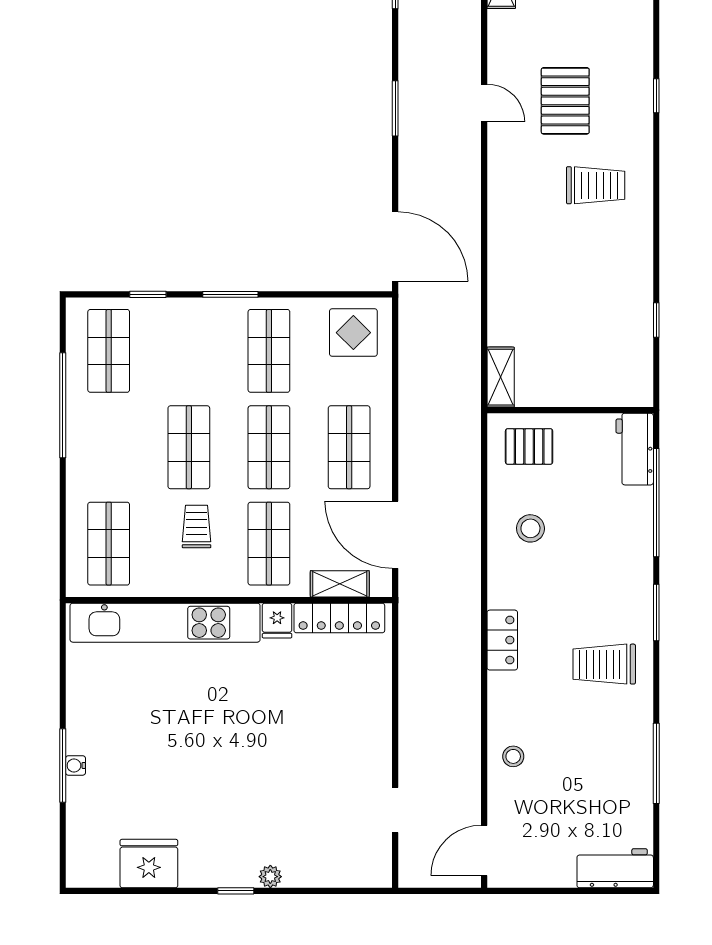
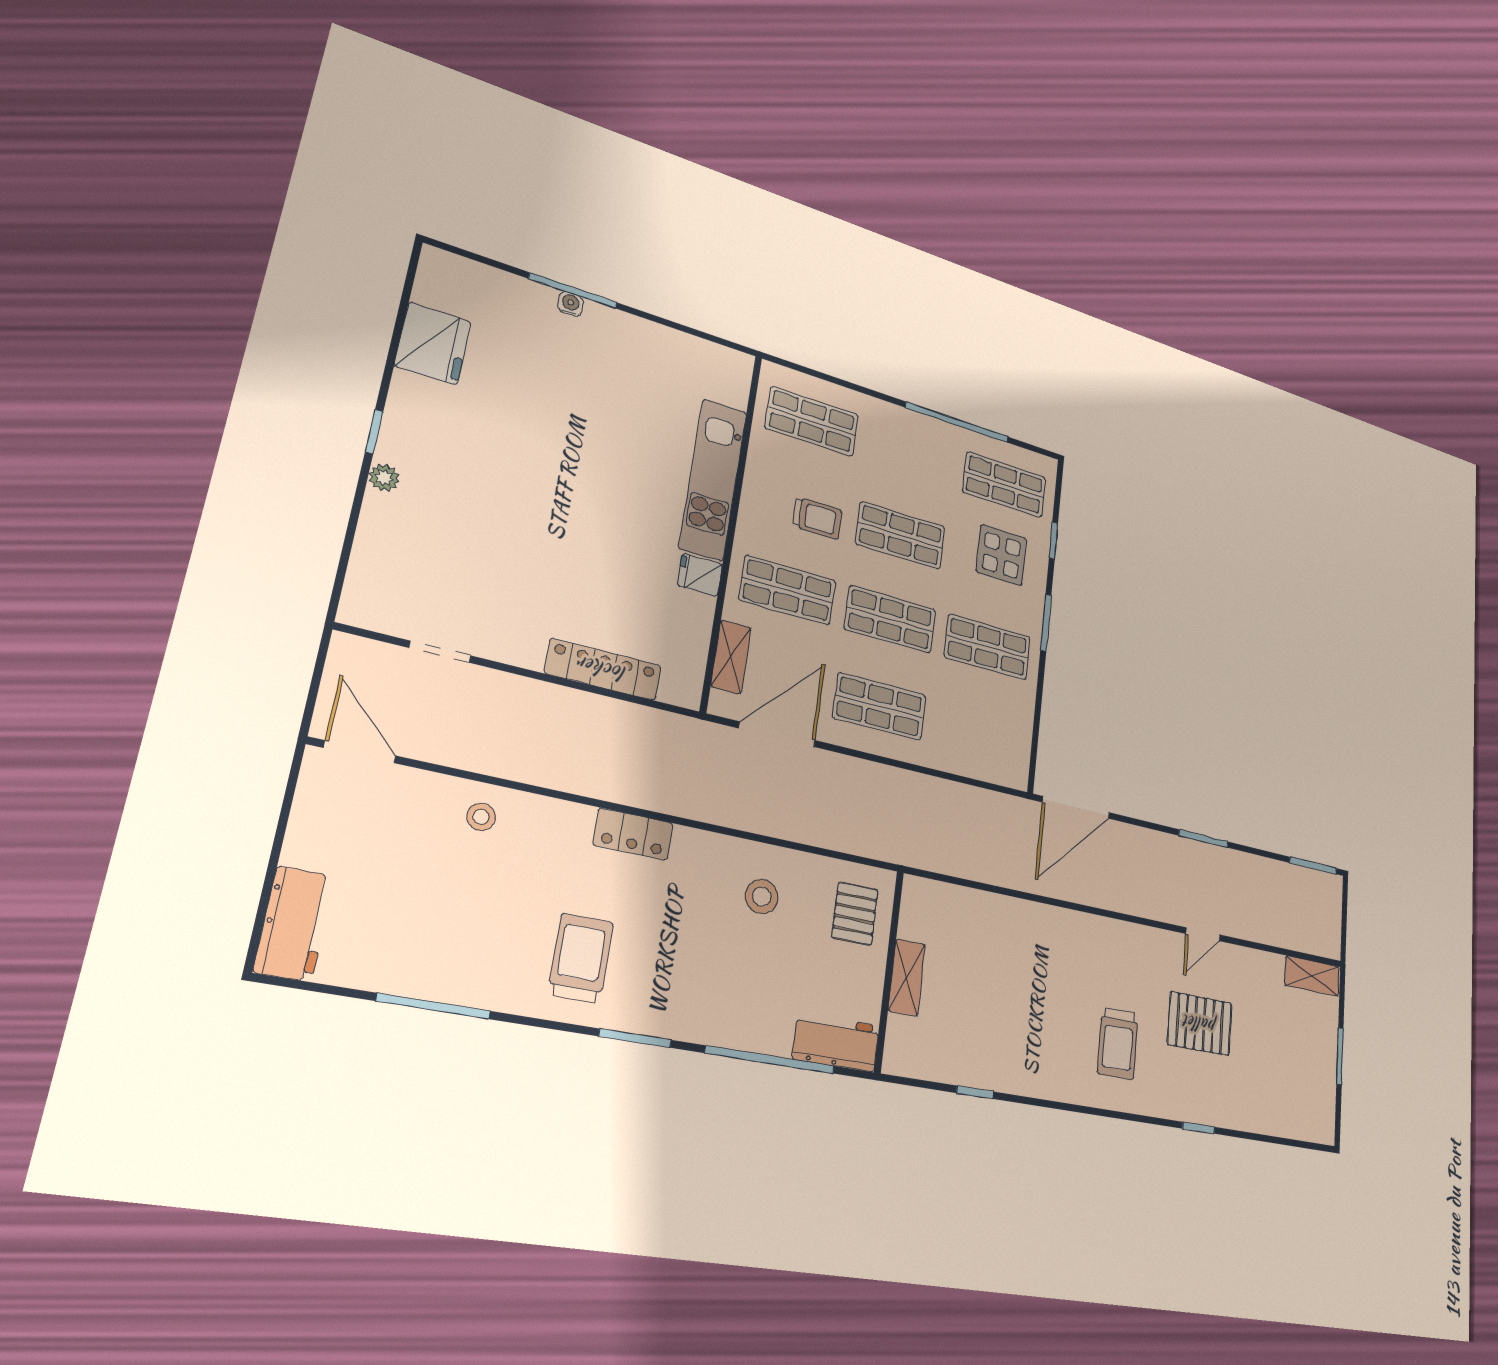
display table: (353, 333) -> (1001, 555), moved
shelving: (501, 377) -> (907, 977), moved, turned 90
locker: (339, 618) -> (603, 669), moved, turned 90
kitchen unit: (165, 623) -> (713, 479), width x0.73

